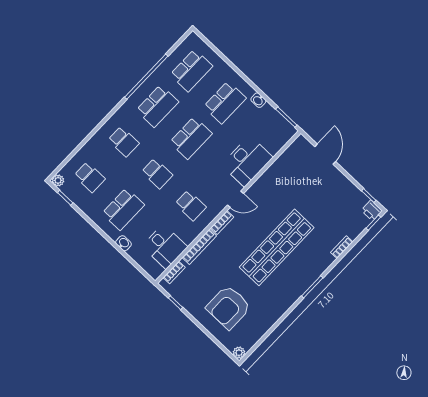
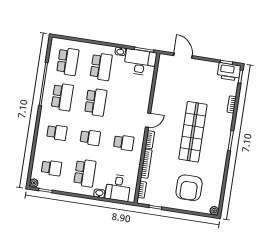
desk: (247, 161) -> (140, 62), moved, turned -90
printer: (372, 211) -> (229, 72), width x1.87, depth x1.48
desk: (165, 246) -> (118, 188), moved, turned 90

